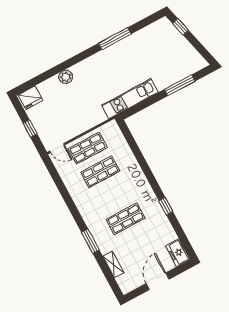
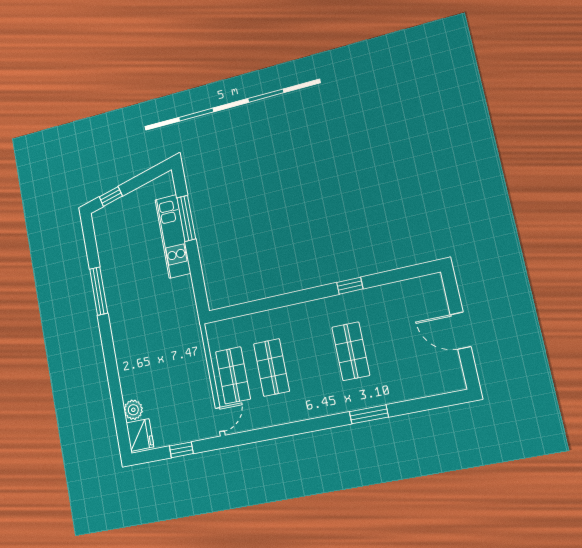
plant: (66, 77) -> (133, 410), moved
kitchen unit: (130, 99) -> (173, 236), moved
freezer: (178, 253) -> (425, 287), removed
shelving: (113, 265) -> (415, 391), removed

